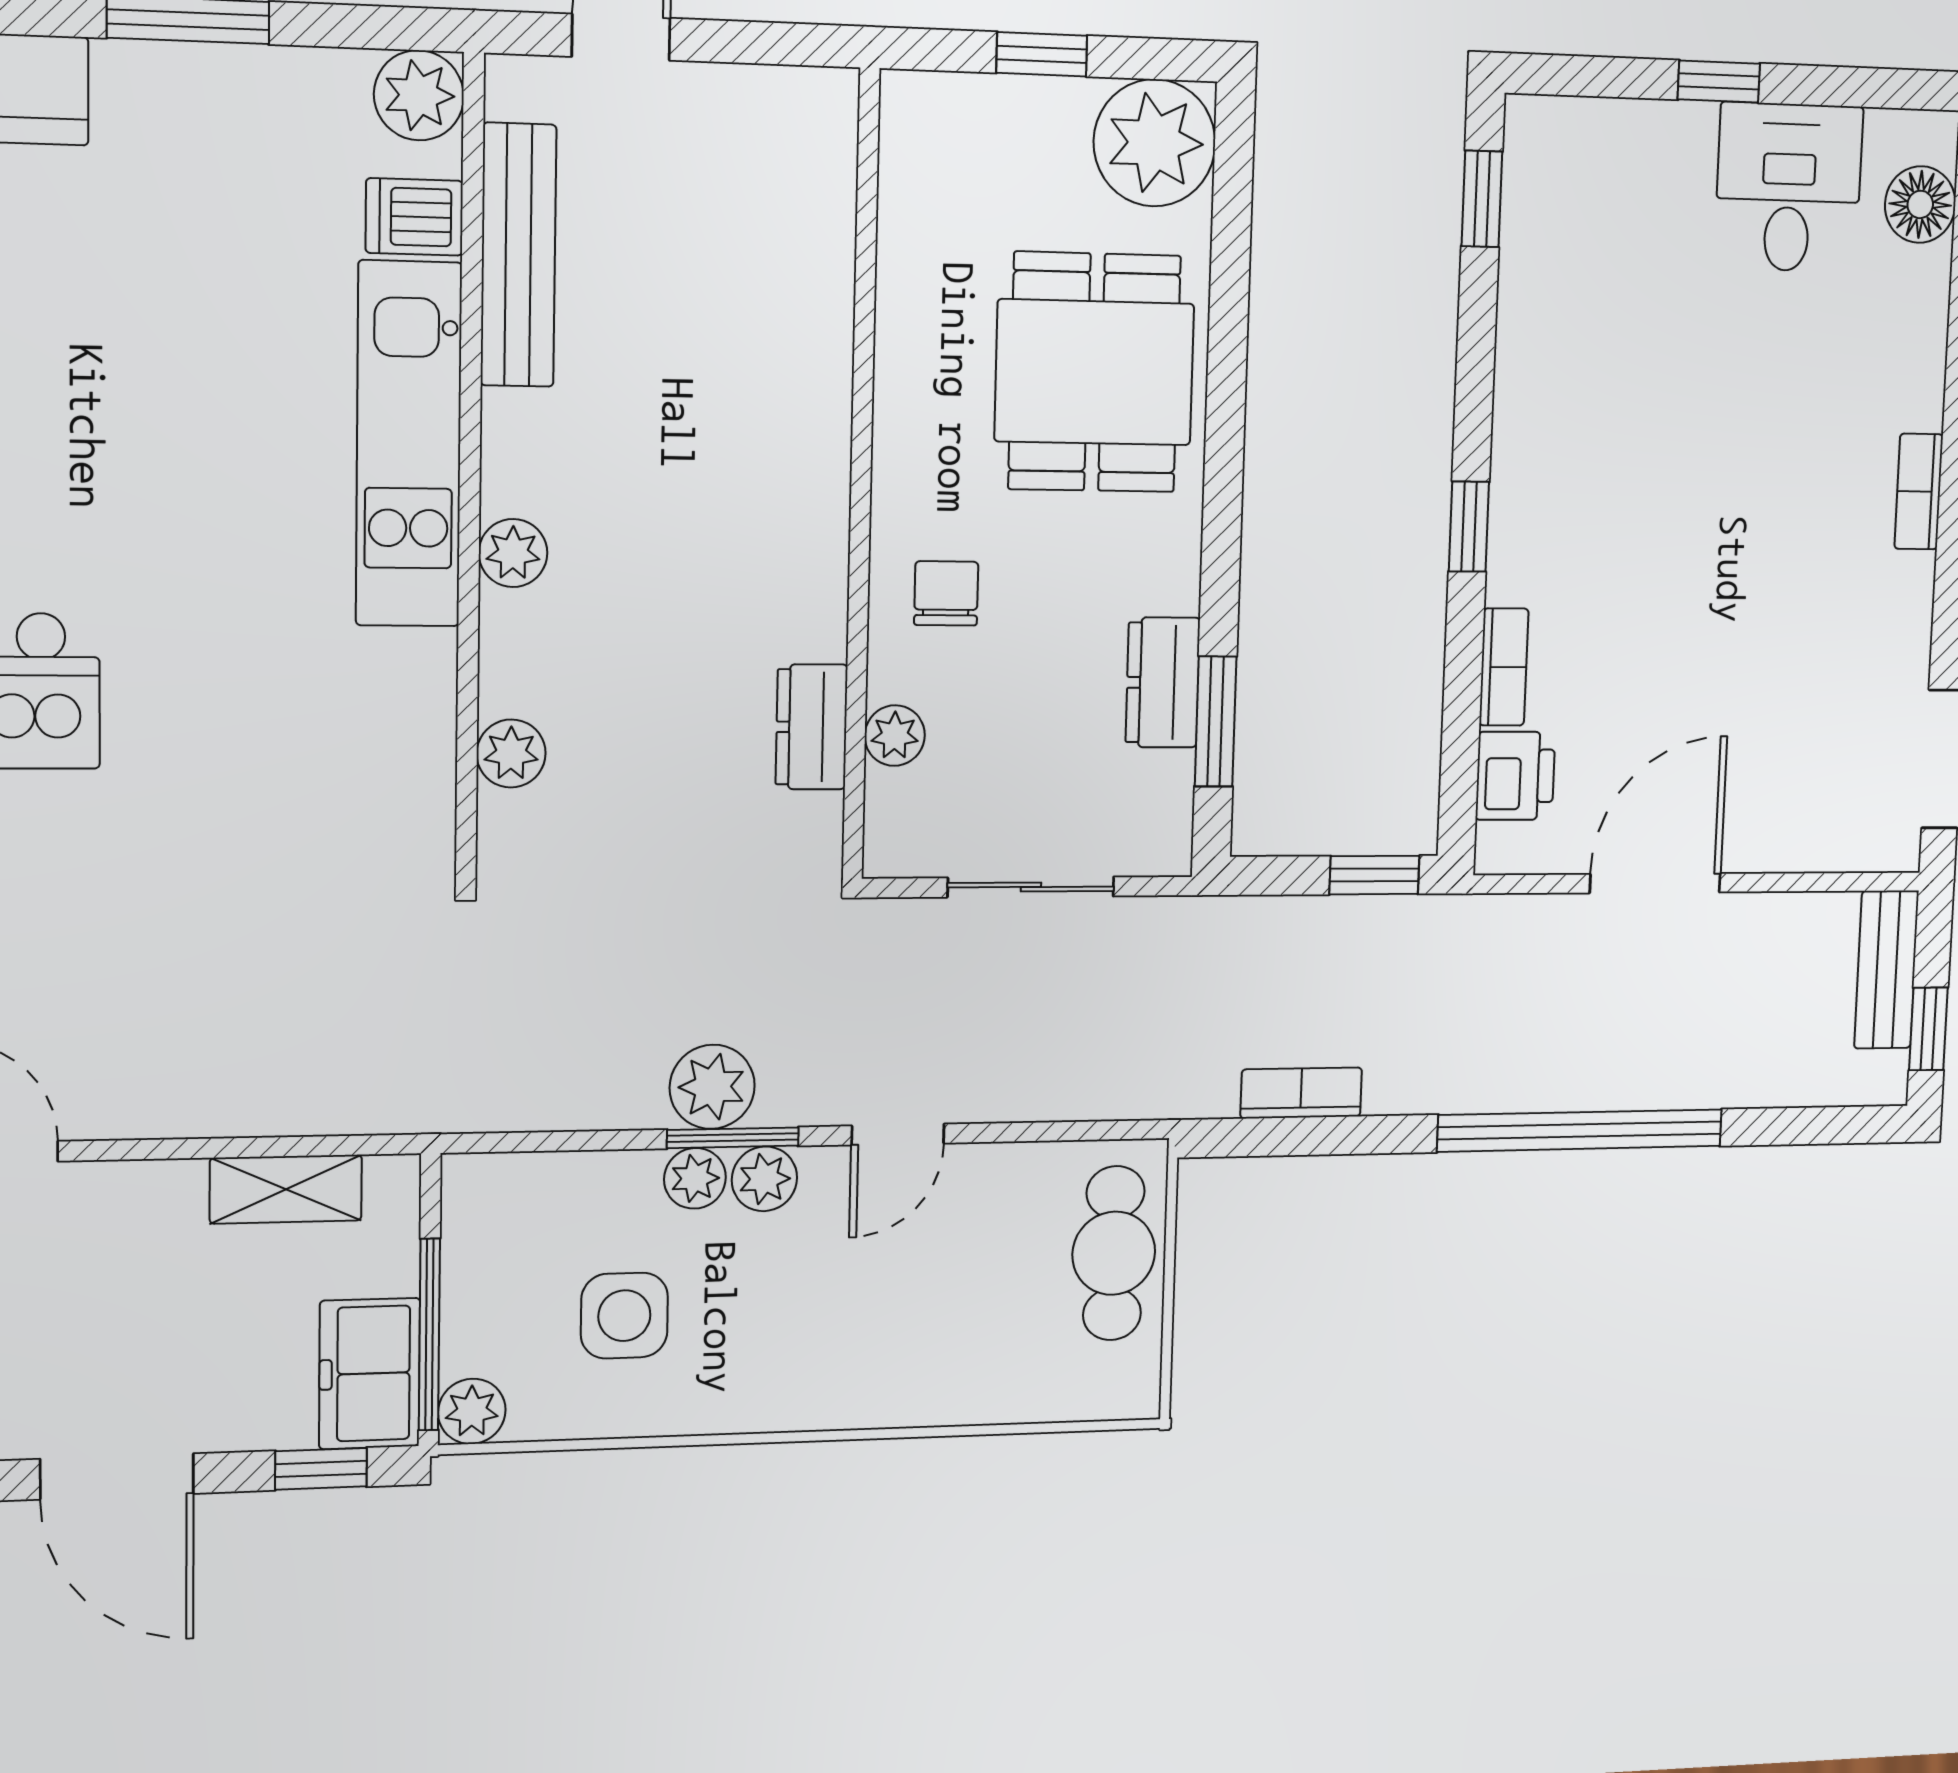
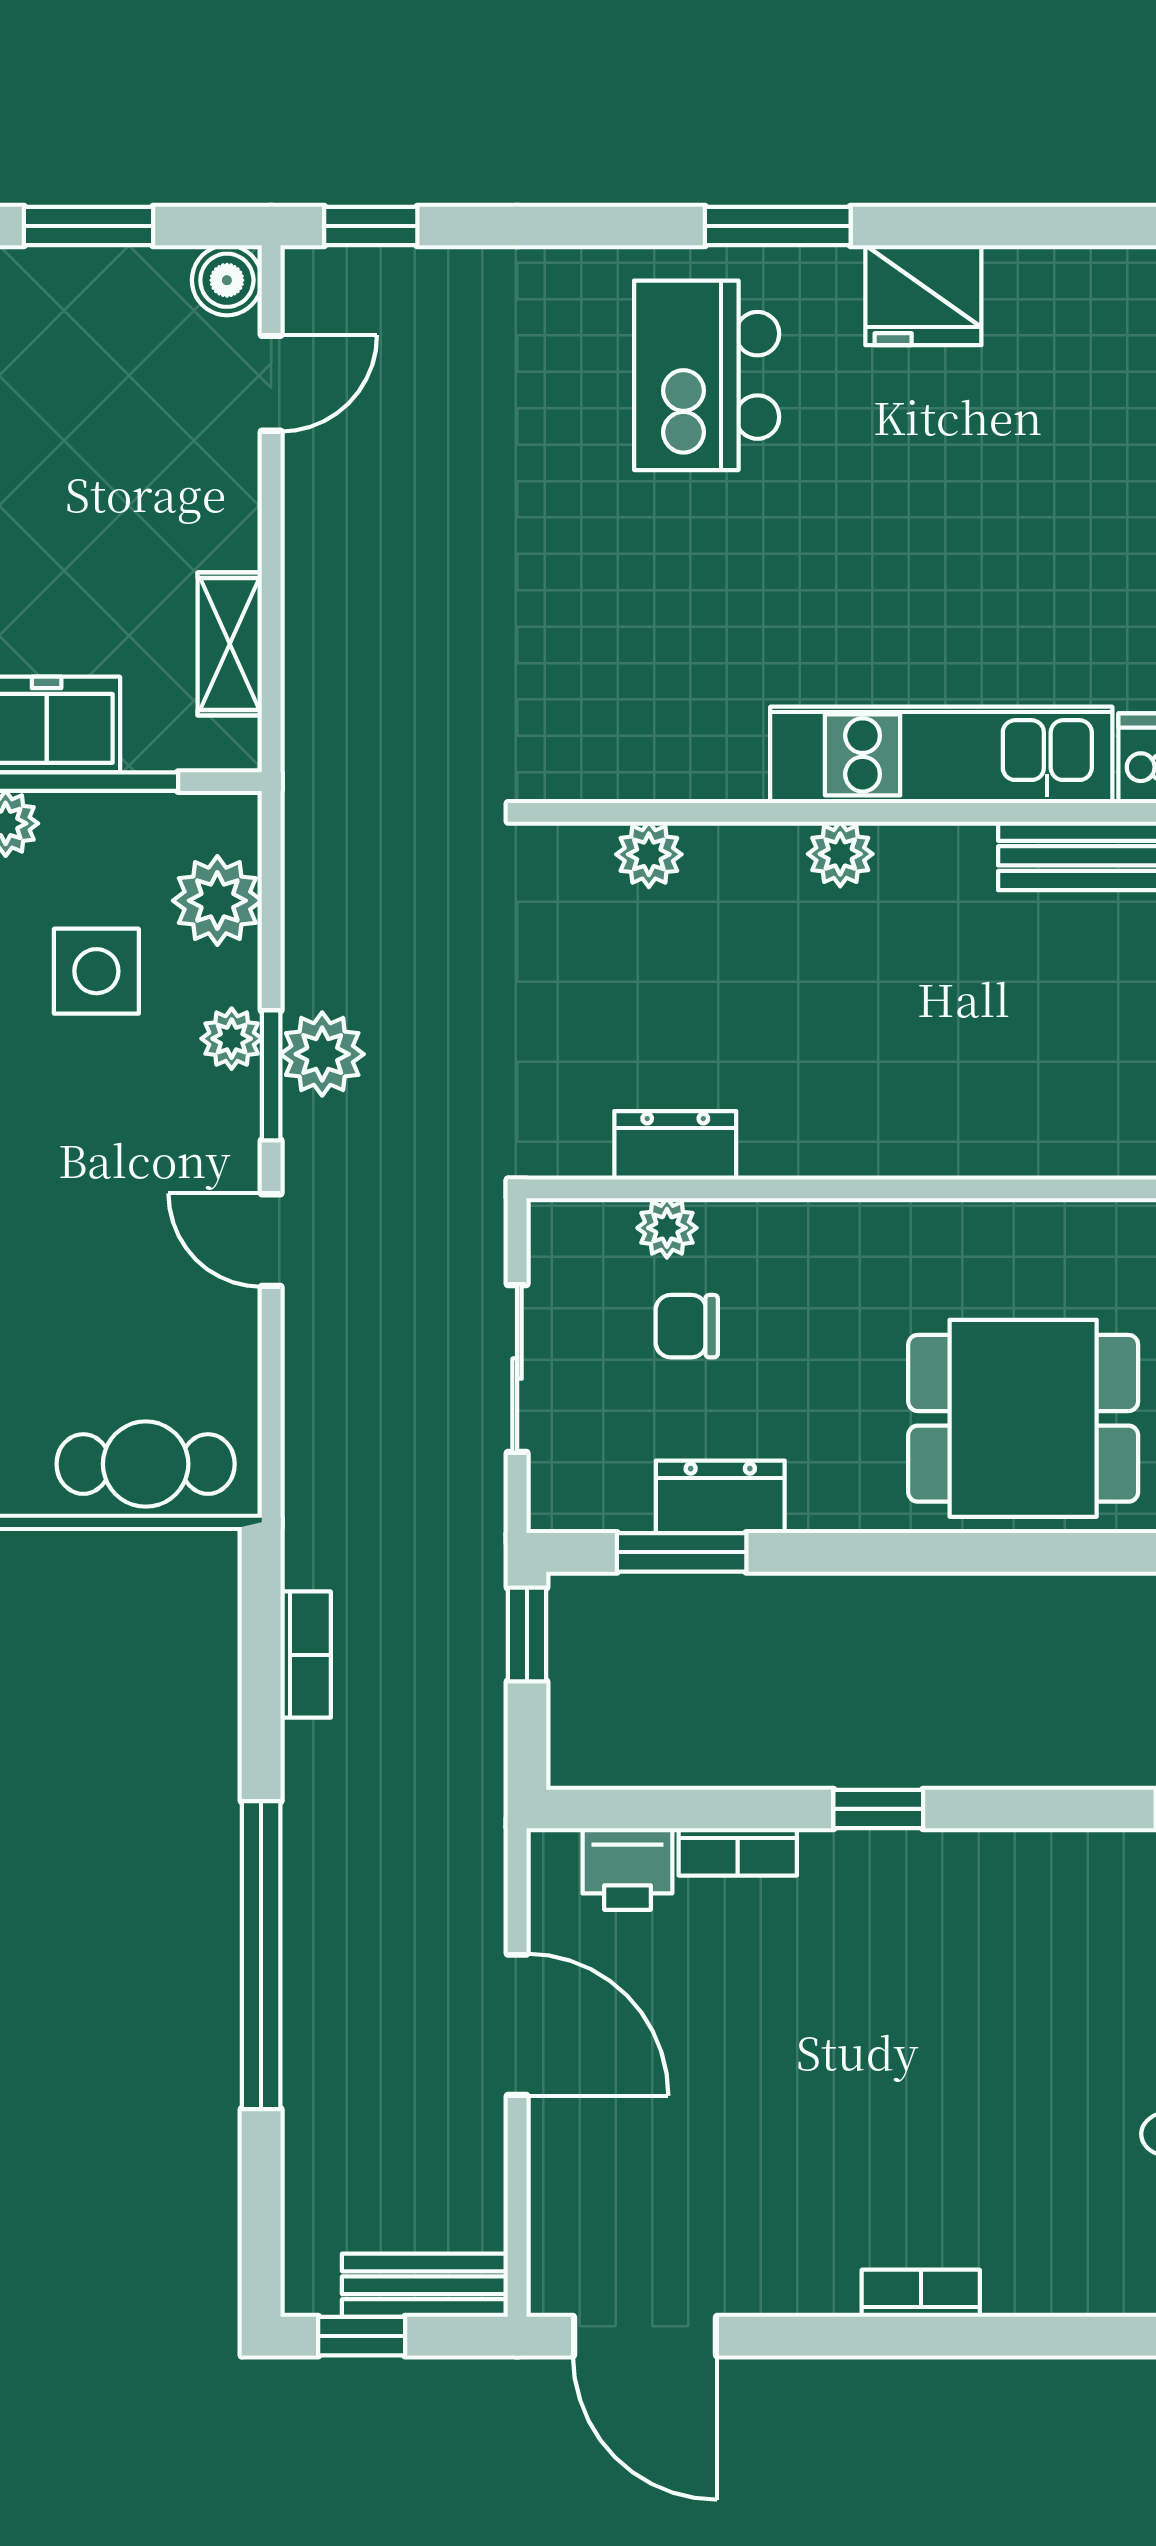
chair: (946, 593) -> (687, 1326), moved, turned 180
window: (1374, 875) -> (527, 1634), moved
plant: (764, 1179) -> (217, 901), moved, width x1.38, depth x1.38

